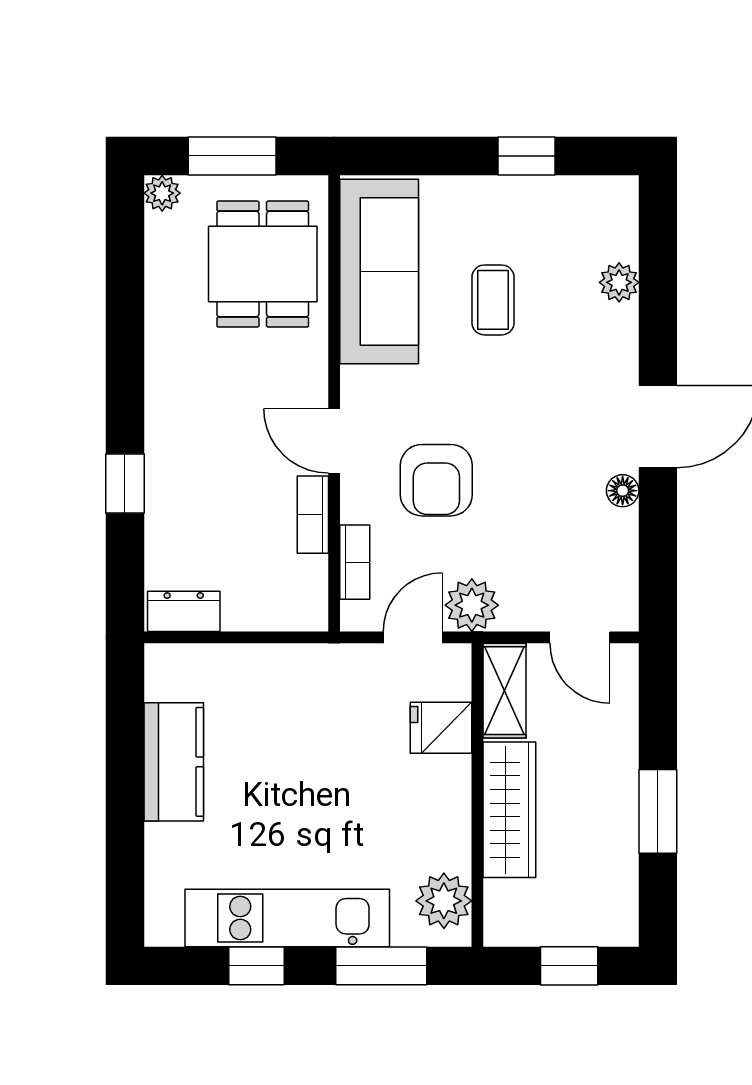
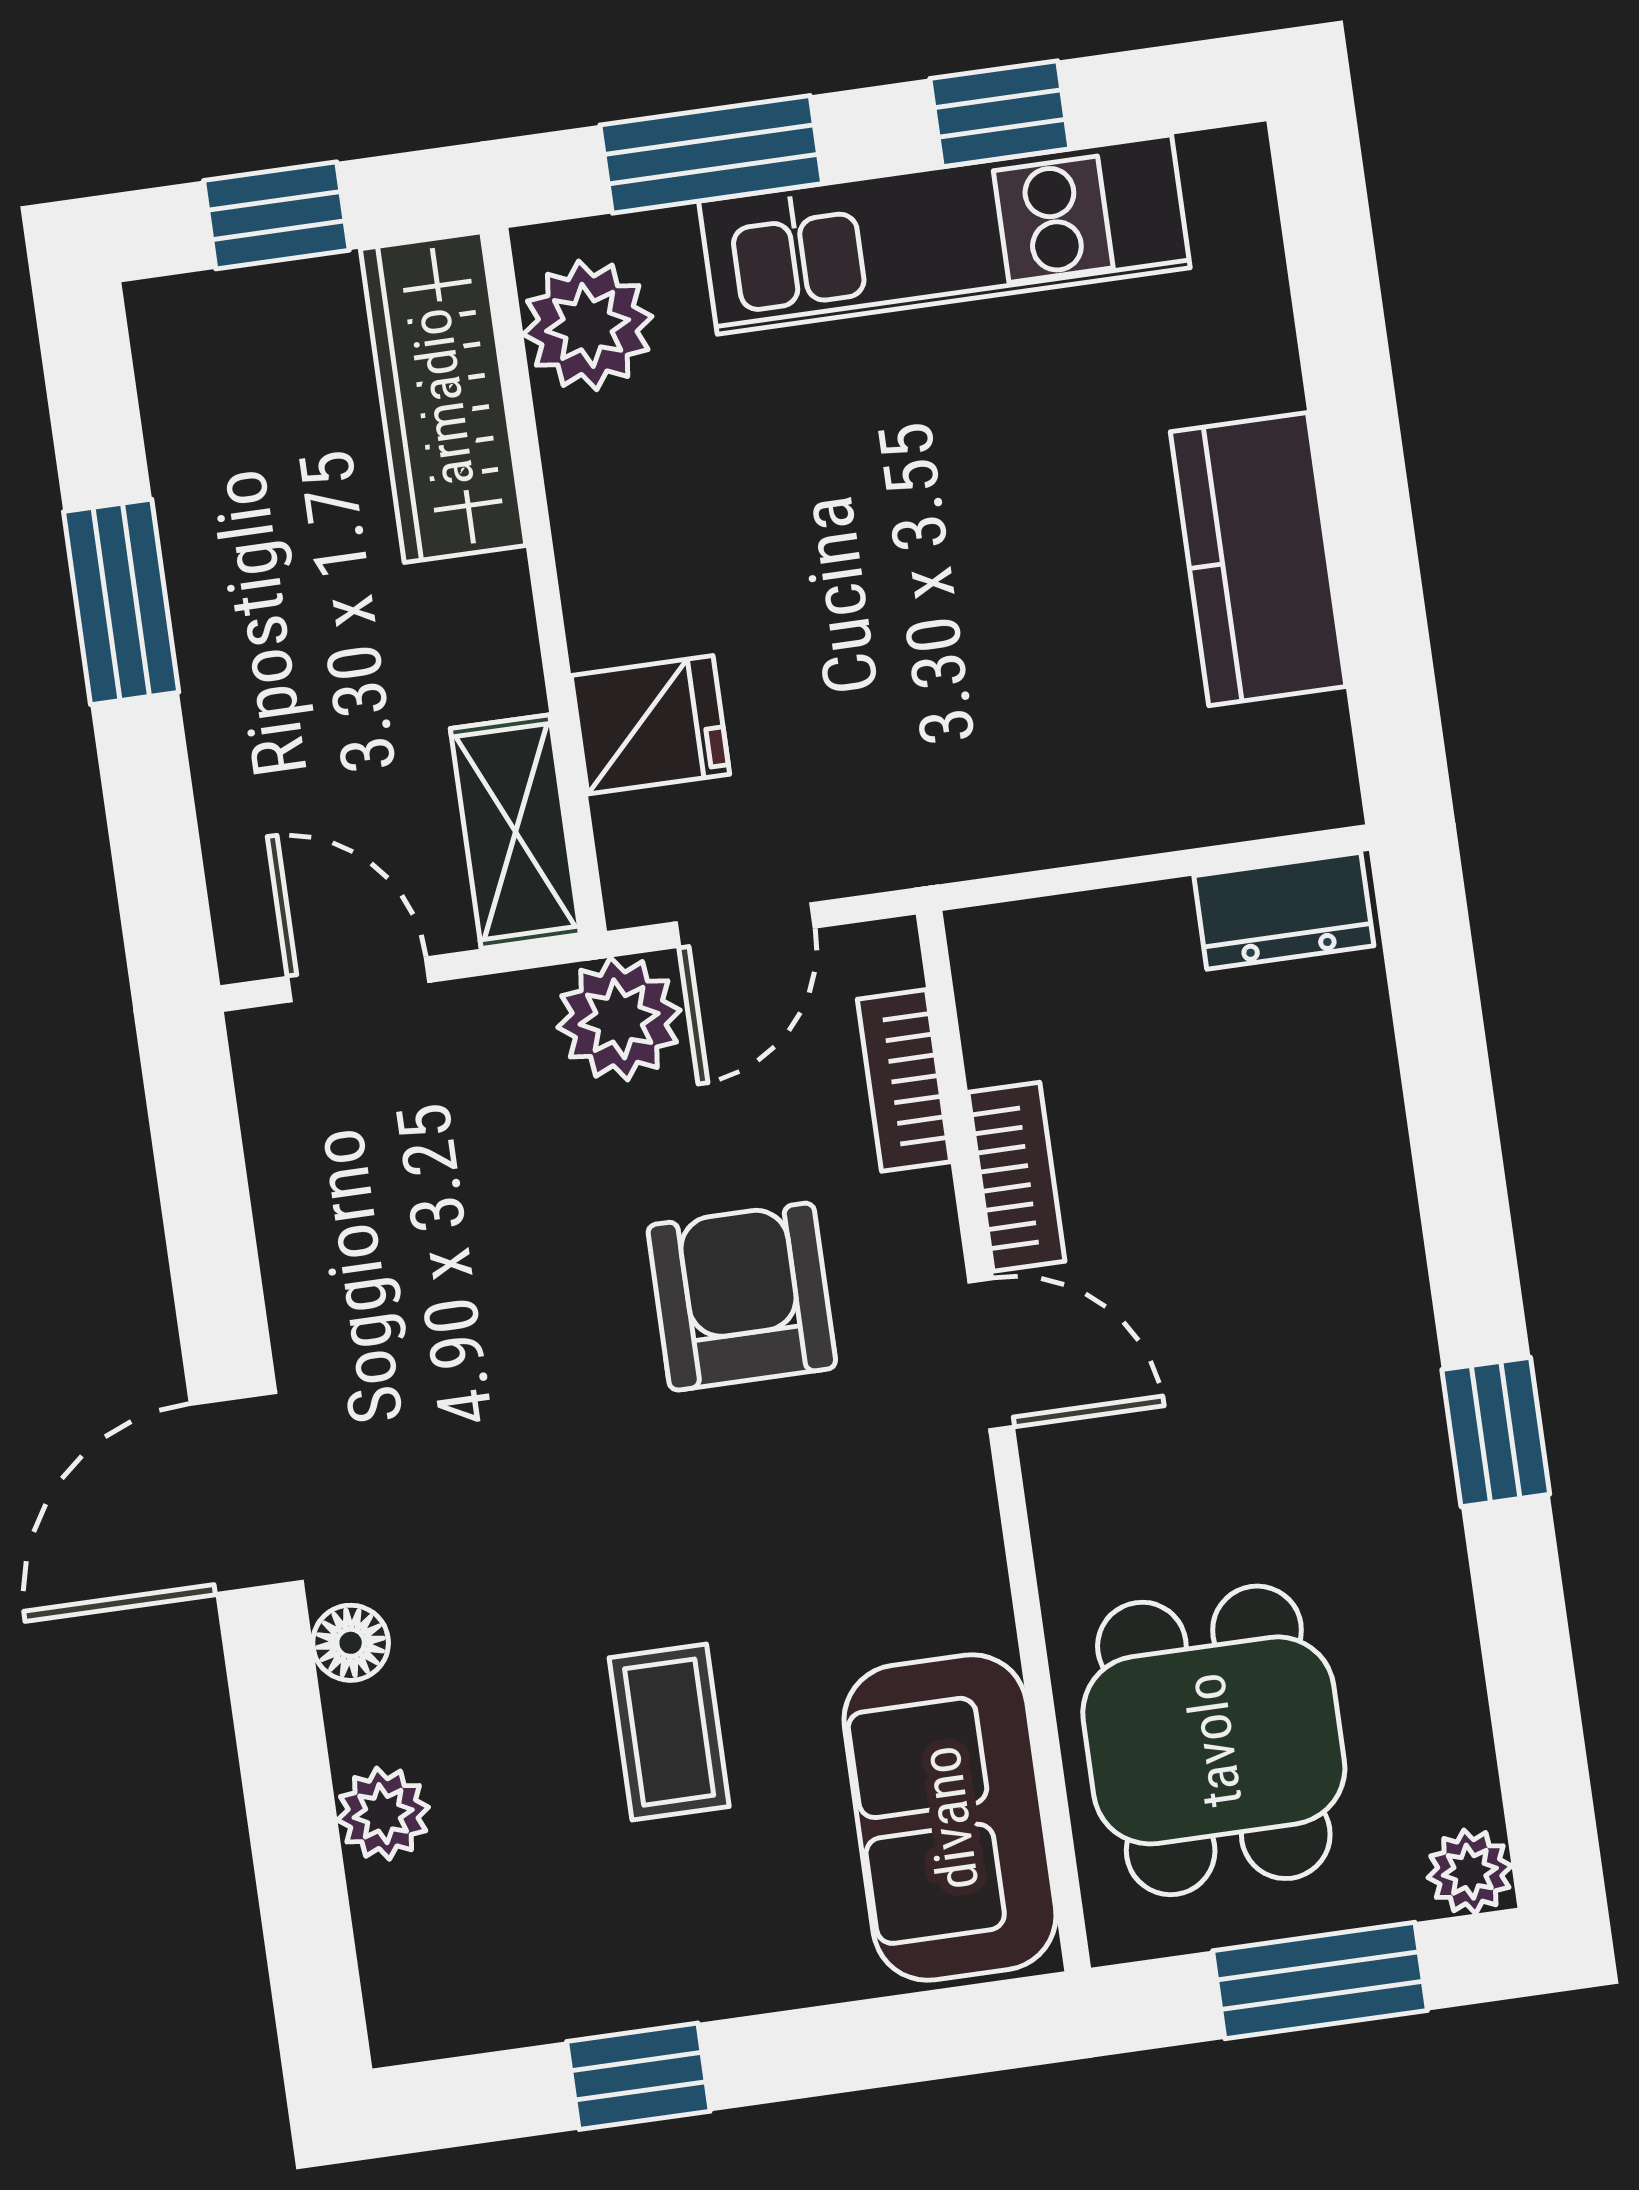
sofa: (379, 272) -> (950, 1818), width x0.73
window: (125, 483) -> (1496, 1432), moved
floor lamp: (623, 491) -> (351, 1643), moved
wardrobe: (509, 810) -> (443, 397), moved

